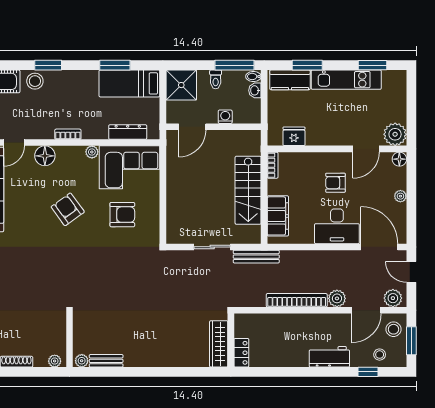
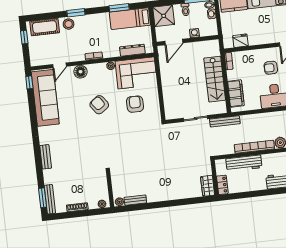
armchair: (122, 215) -> (135, 104), turned -90
workbench: (278, 324) -> (244, 163), added
wardrobe: (219, 344) -> (208, 186), width x0.67

